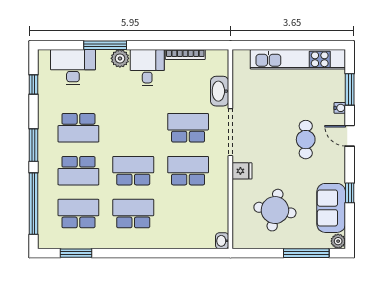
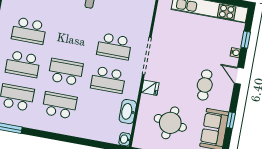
window: (350, 89) -> (246, 40), width x0.67
washbasin: (220, 91) -> (128, 112), moved
school desk: (188, 128) -> (114, 46), turned 180
cafe table: (306, 140) -> (205, 85), moved
school desk: (188, 171) -> (108, 80), turned 180

